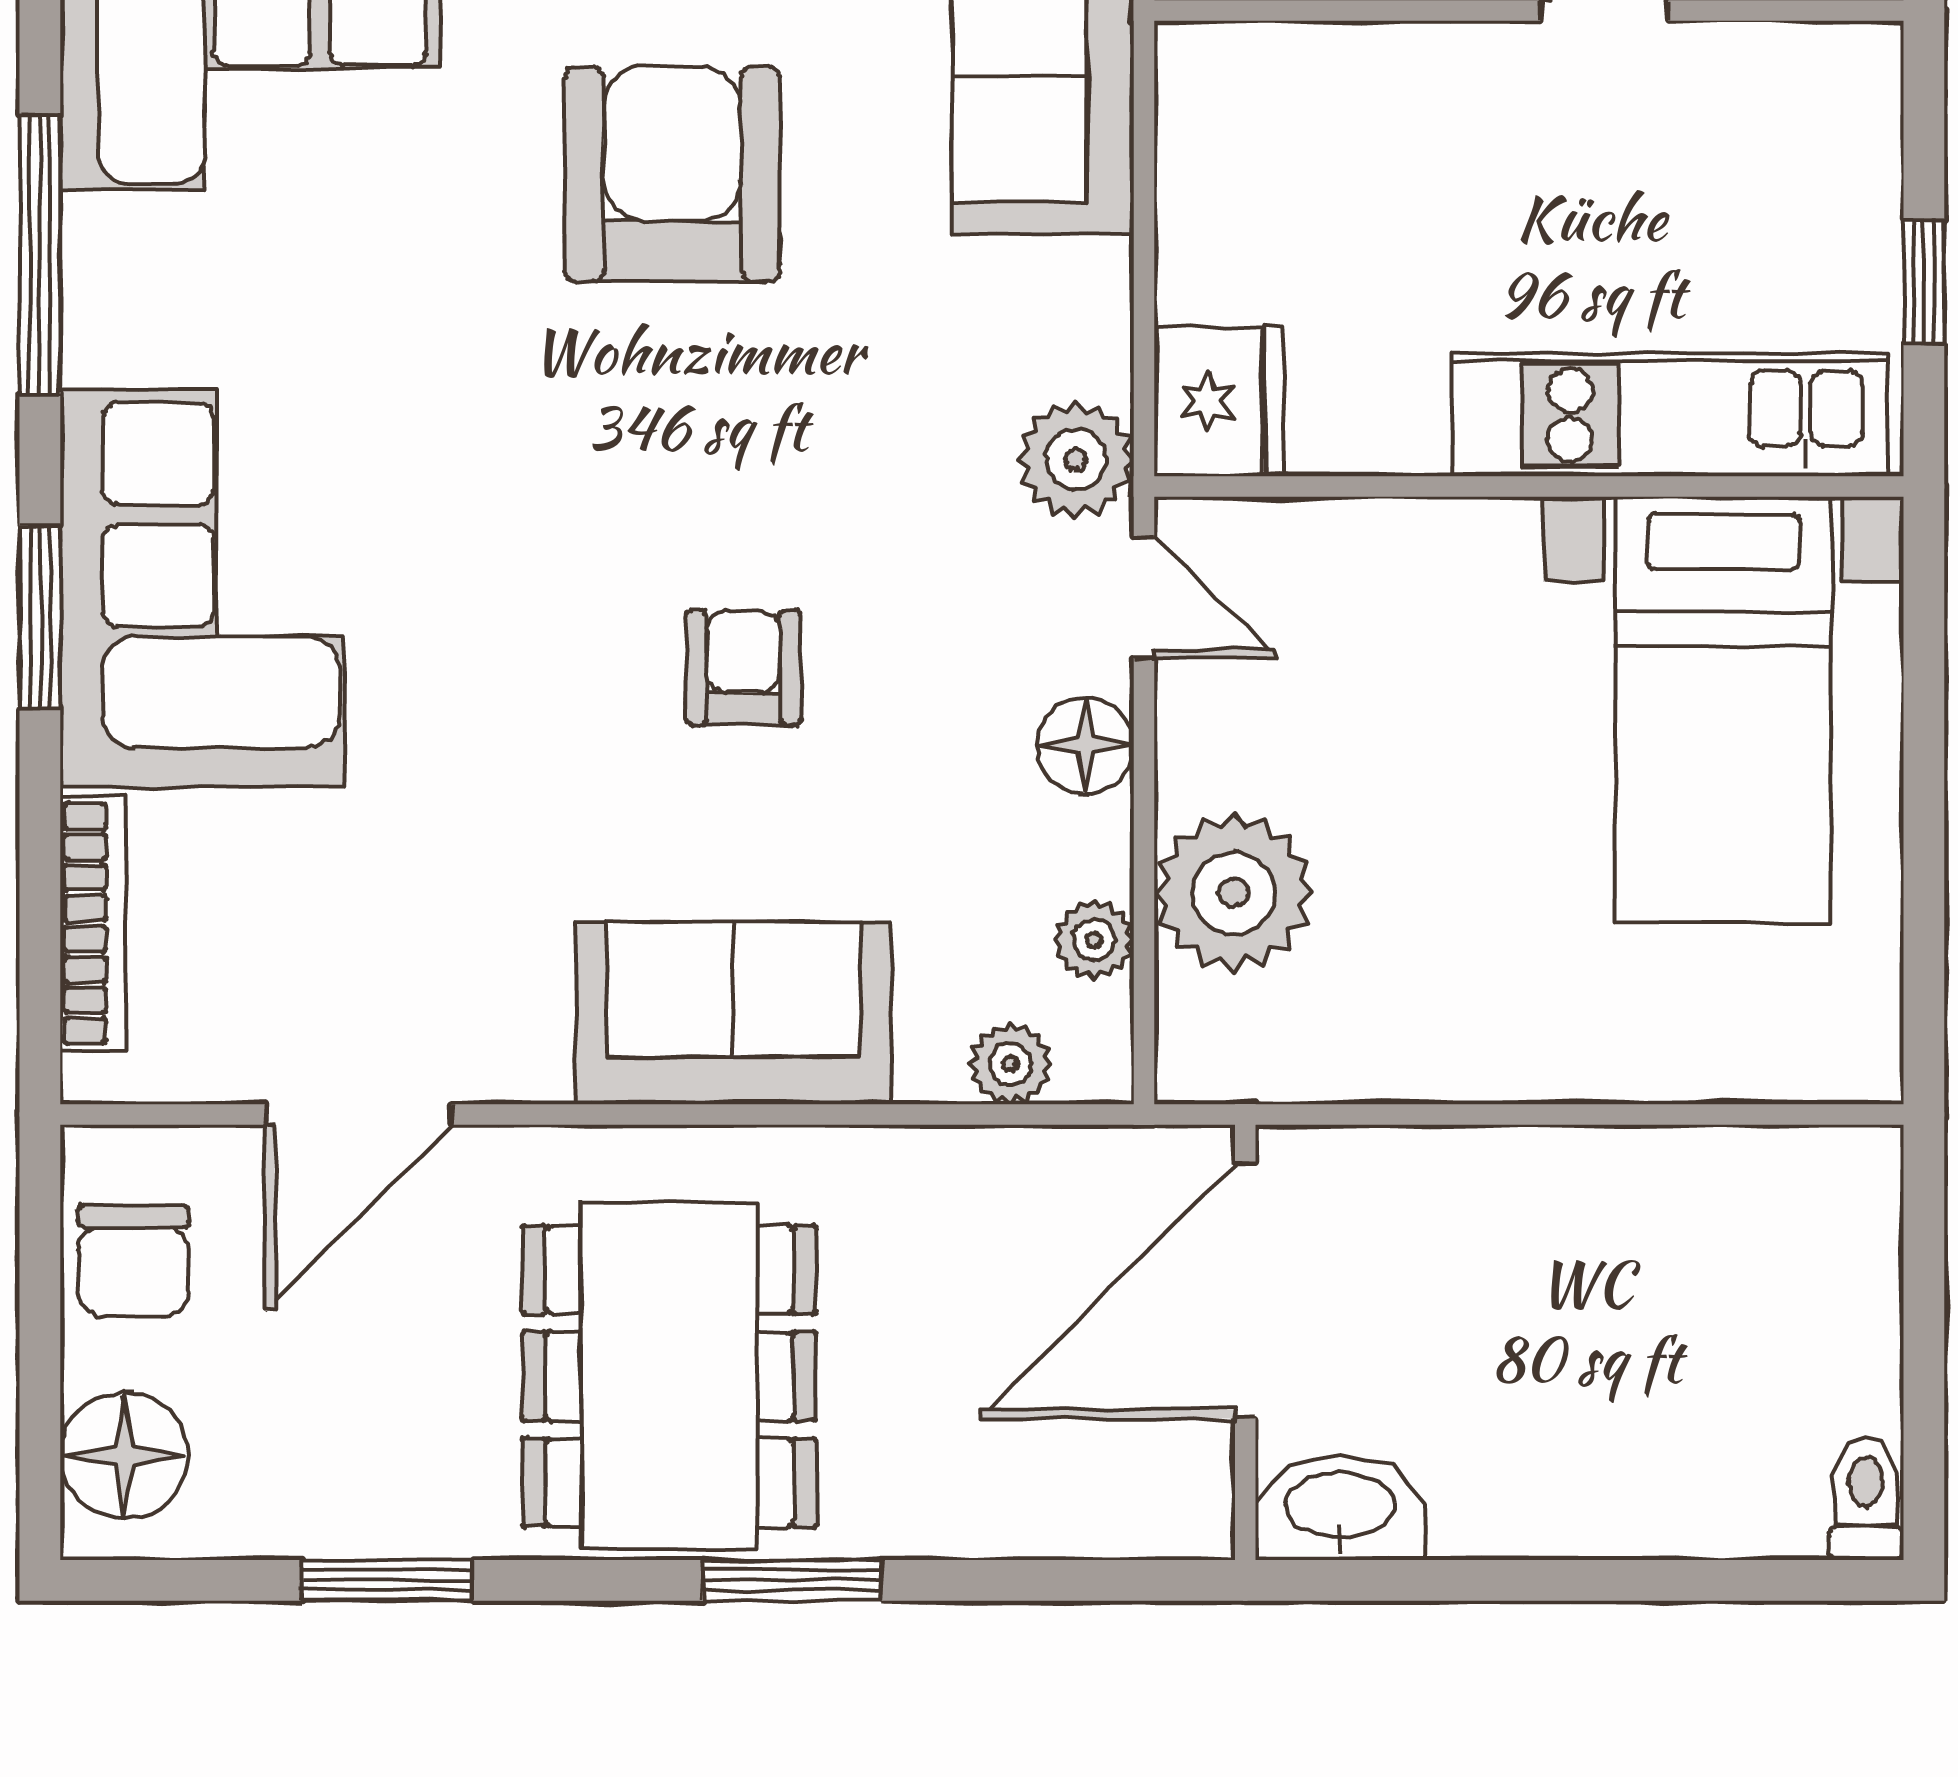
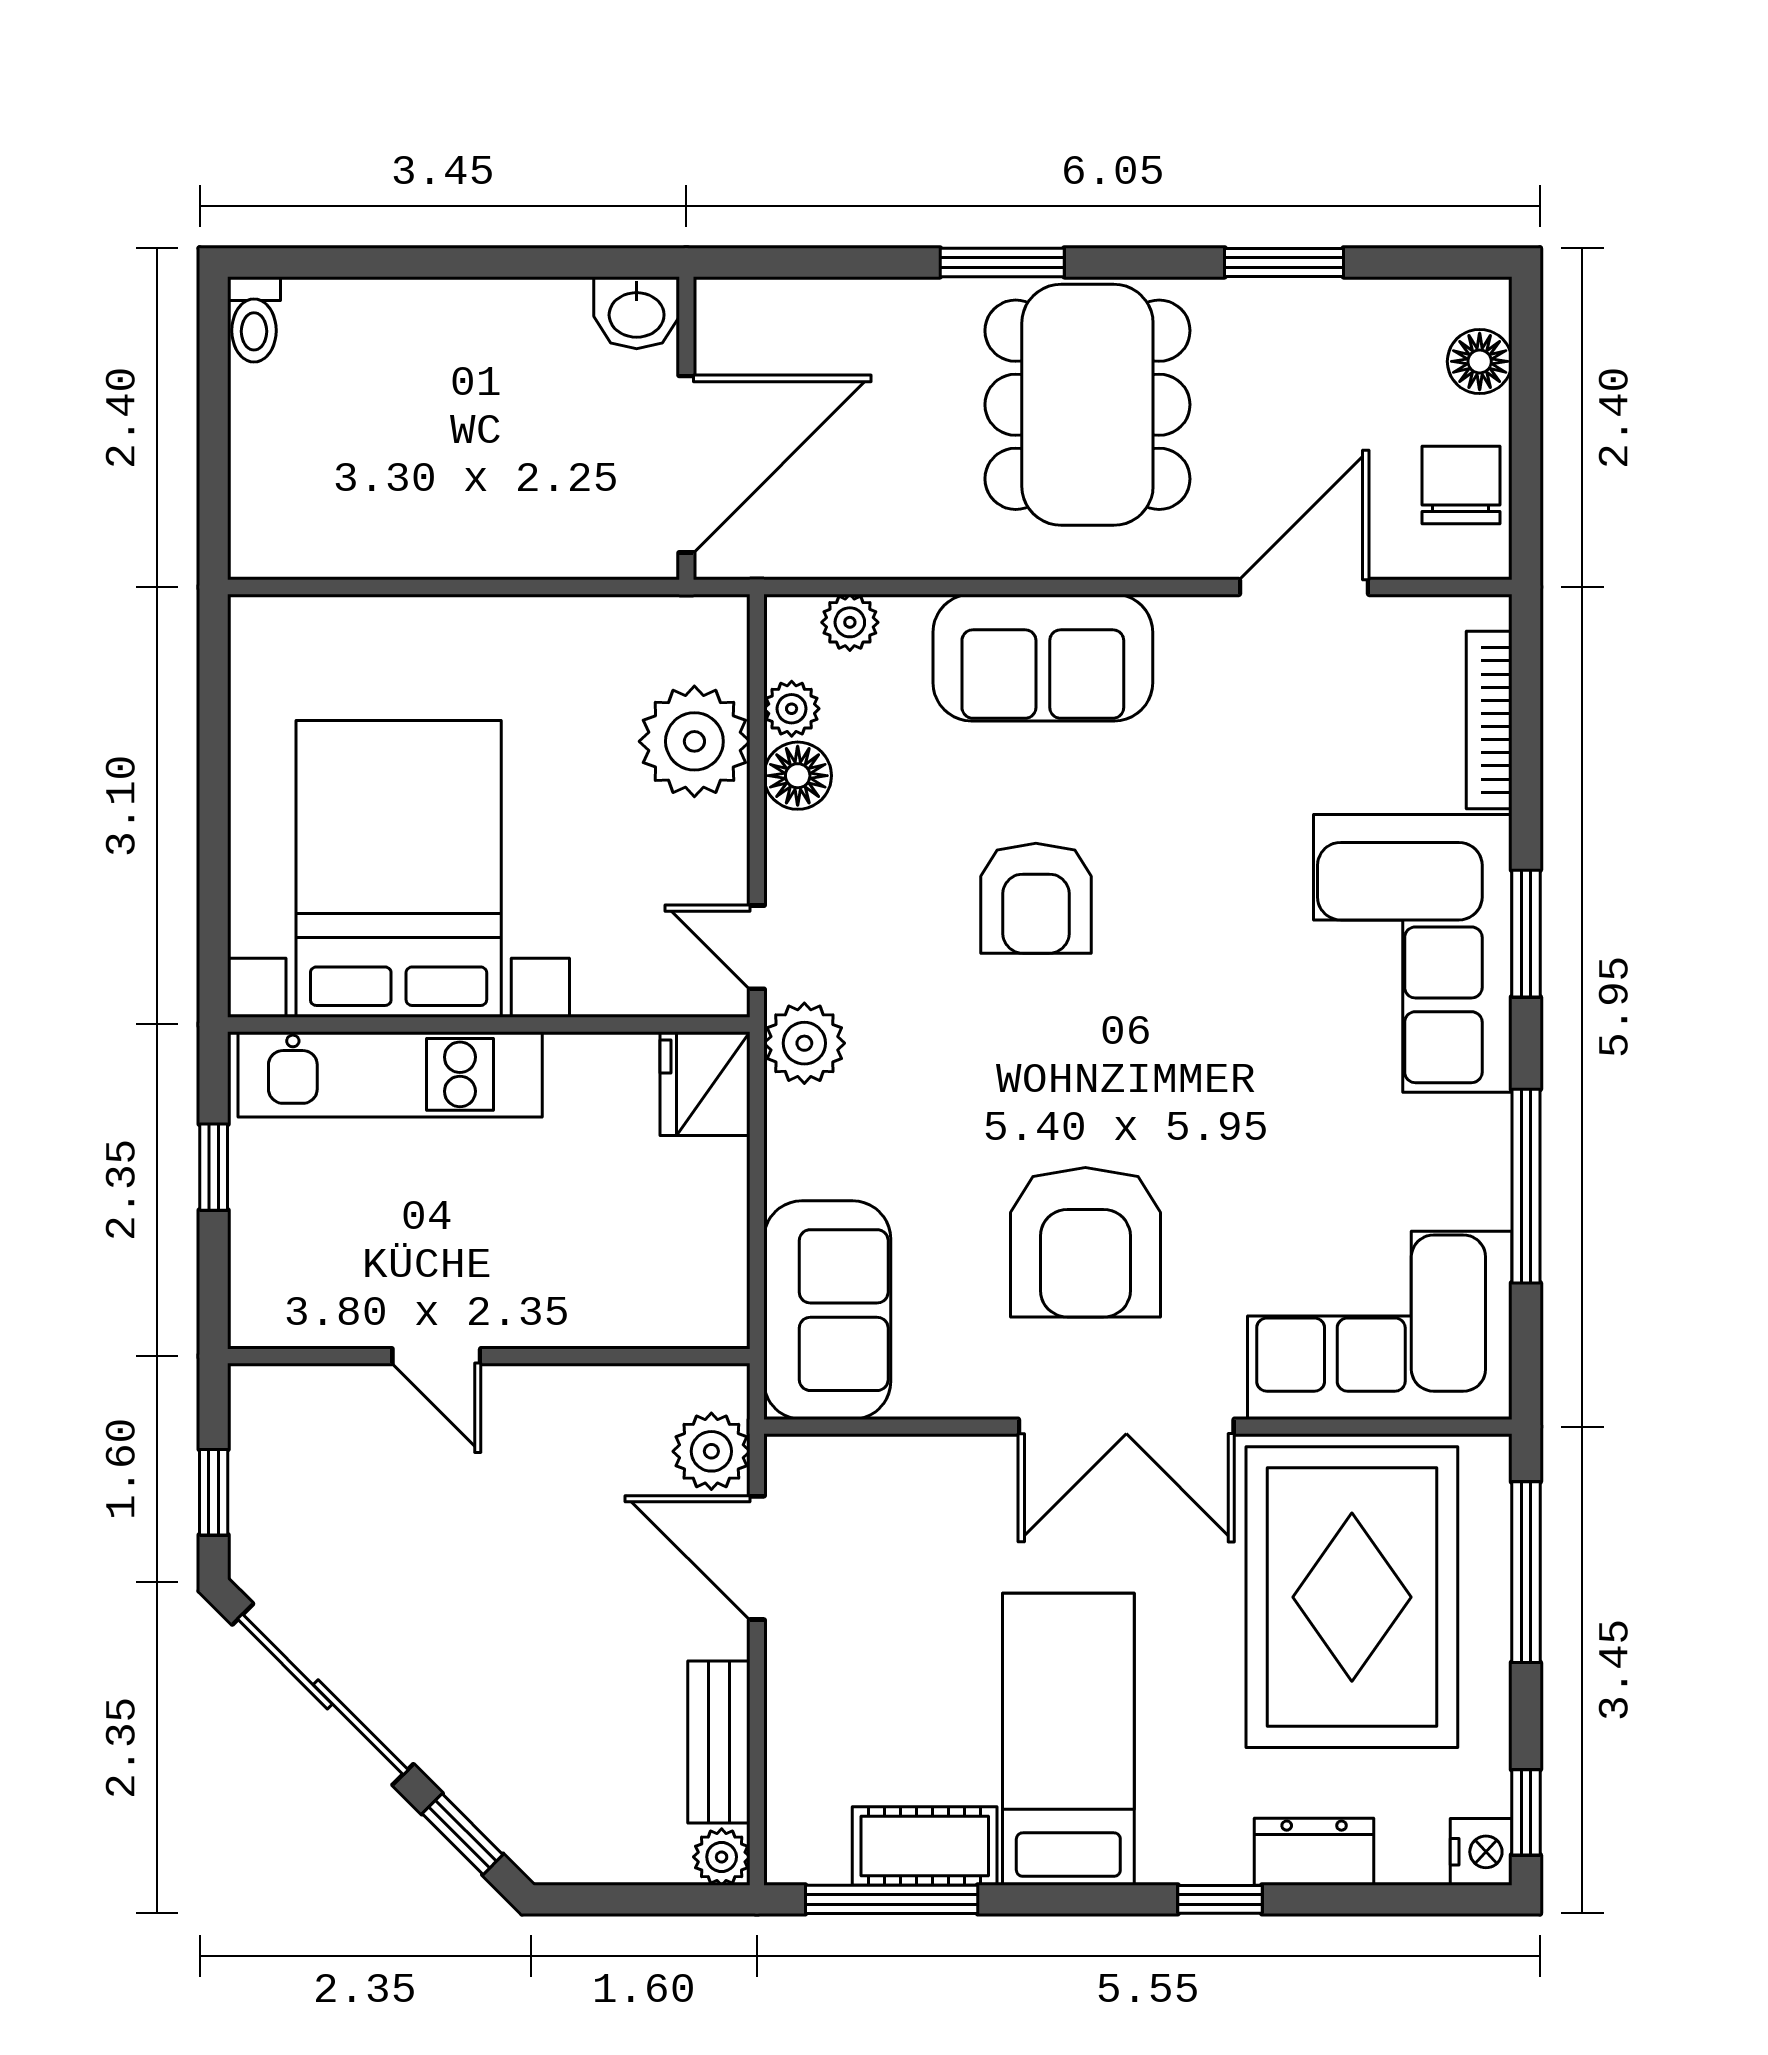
armchair: (743, 668) -> (1036, 898), width x1.38, depth x1.38
bed with nightstands: (1723, 710) -> (399, 869), width x1.36
floor lamp: (1085, 745) -> (798, 776), moved
floor lamp: (124, 1456) -> (1480, 361), width x0.73, depth x0.73
washbasin: (1340, 1508) -> (637, 313), width x0.72

